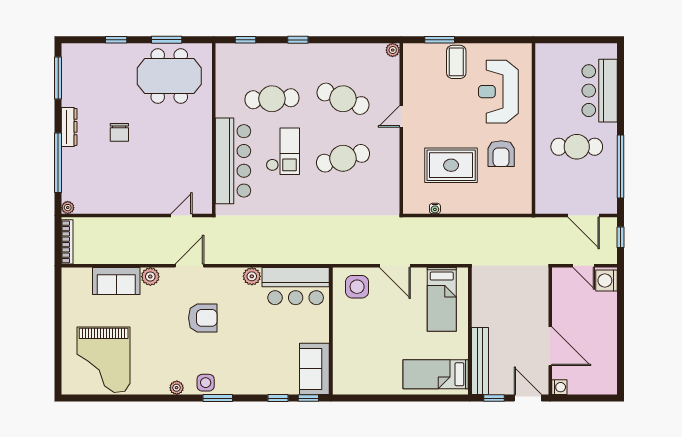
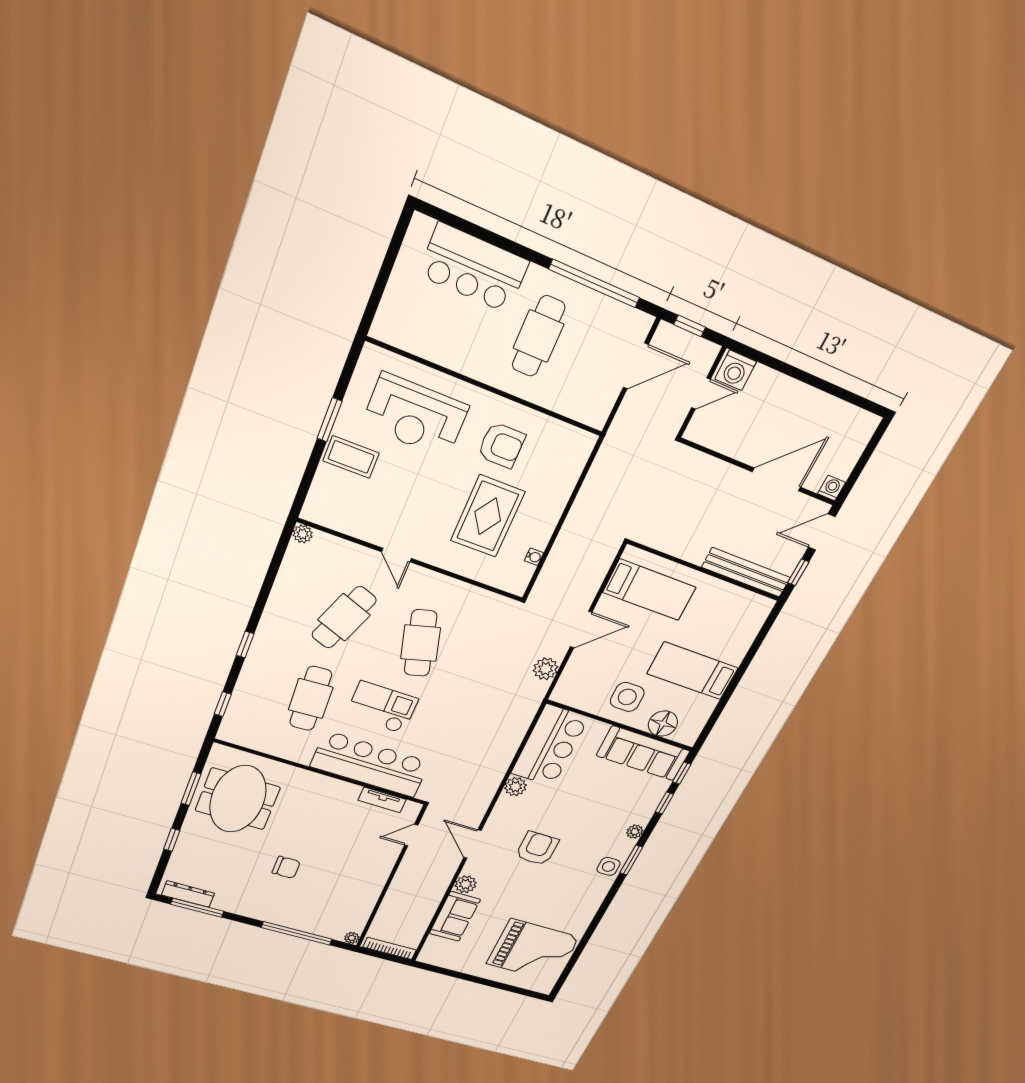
window: (440, 40) -> (330, 420), moved
dresser: (69, 127) -> (188, 894), moved
tv unit: (205, 181) -> (382, 800), added
door: (181, 216) -> (411, 835), hinge flipped
plant: (356, 255) -> (546, 669), added
side table: (357, 287) -> (627, 697), moved
floor lamp: (344, 362) -> (663, 724), added
sofa: (314, 369) -> (643, 753), width x1.36
bed: (436, 374) -> (693, 671), moved, turned 90
plant: (177, 388) -> (635, 832), moved

